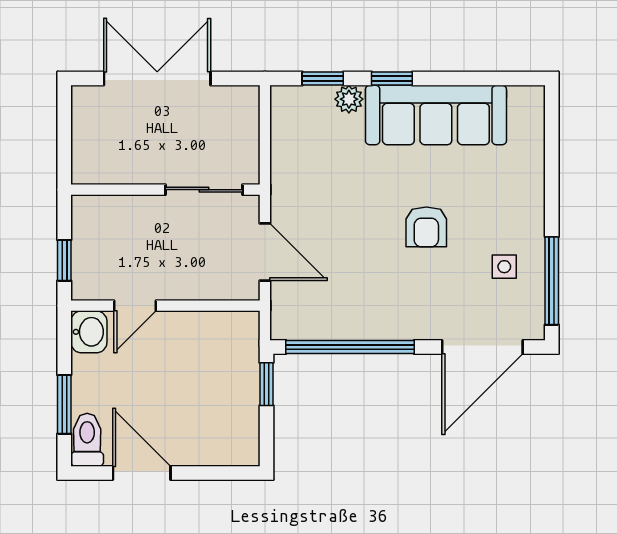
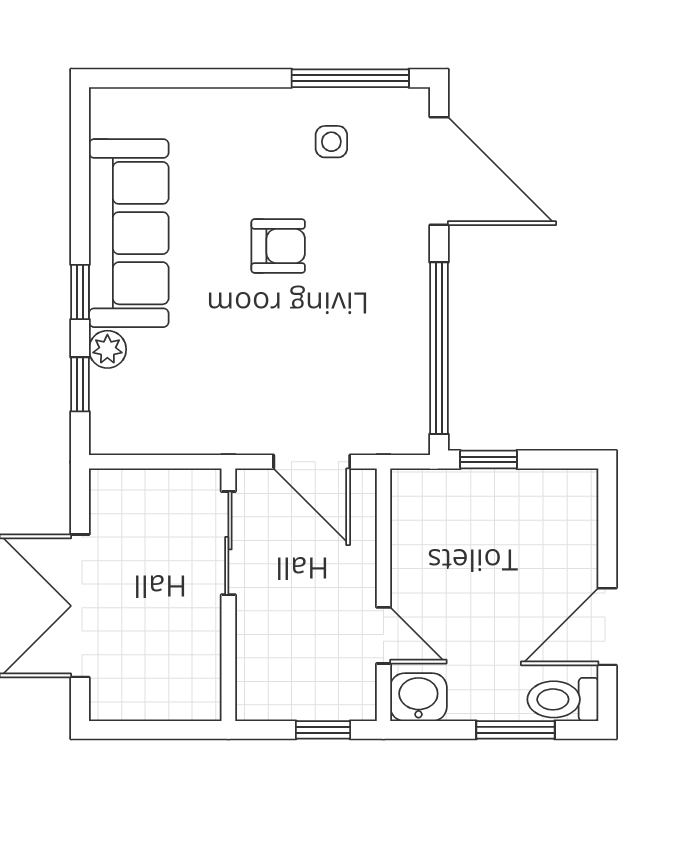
door: (265, 252) -> (312, 462), swing flipped

